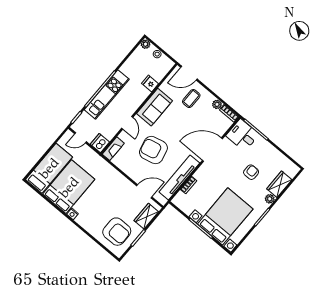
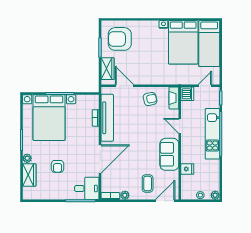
armchair: (153, 150) -> (150, 99), moved, width x0.53, depth x0.53
door: (144, 191) -> (124, 86), swing flipped

